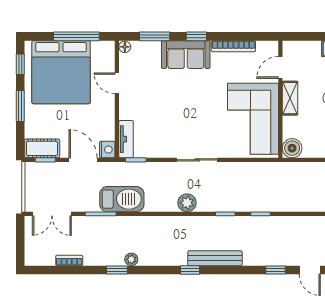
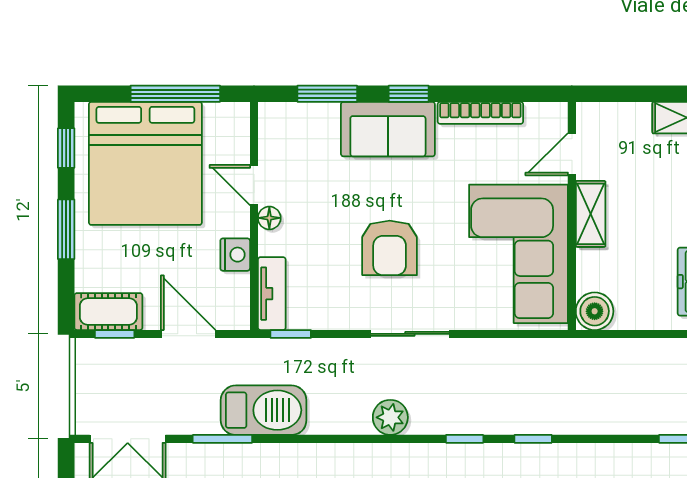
floor lamp: (125, 47) -> (269, 218), moved
armchair: (187, 116) -> (390, 248), added
nightstand: (107, 150) -> (235, 255), moved

